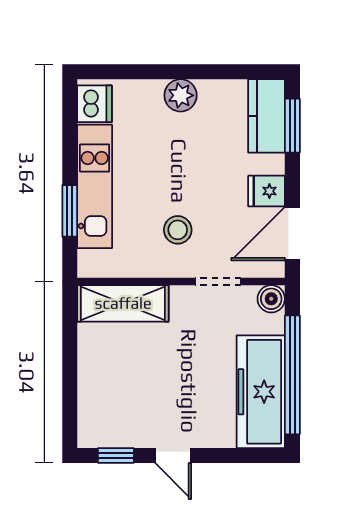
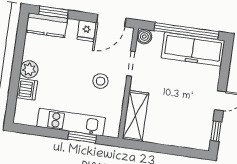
dishwasher: (94, 104) -> (27, 89), moved, turned 90
door: (292, 234) -> (111, 20), hinge flipped

